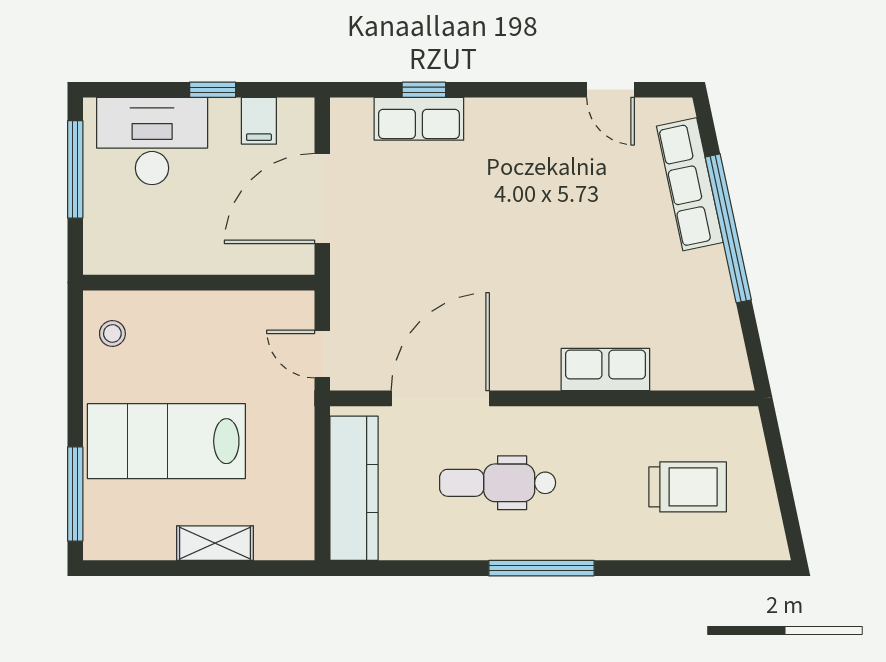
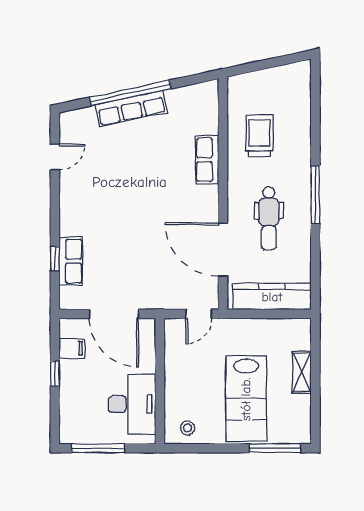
desk: (152, 141) -> (132, 404), moved, turned 180
row of seats: (690, 184) -> (131, 109), moved
trolley: (688, 487) -> (259, 136), moved

